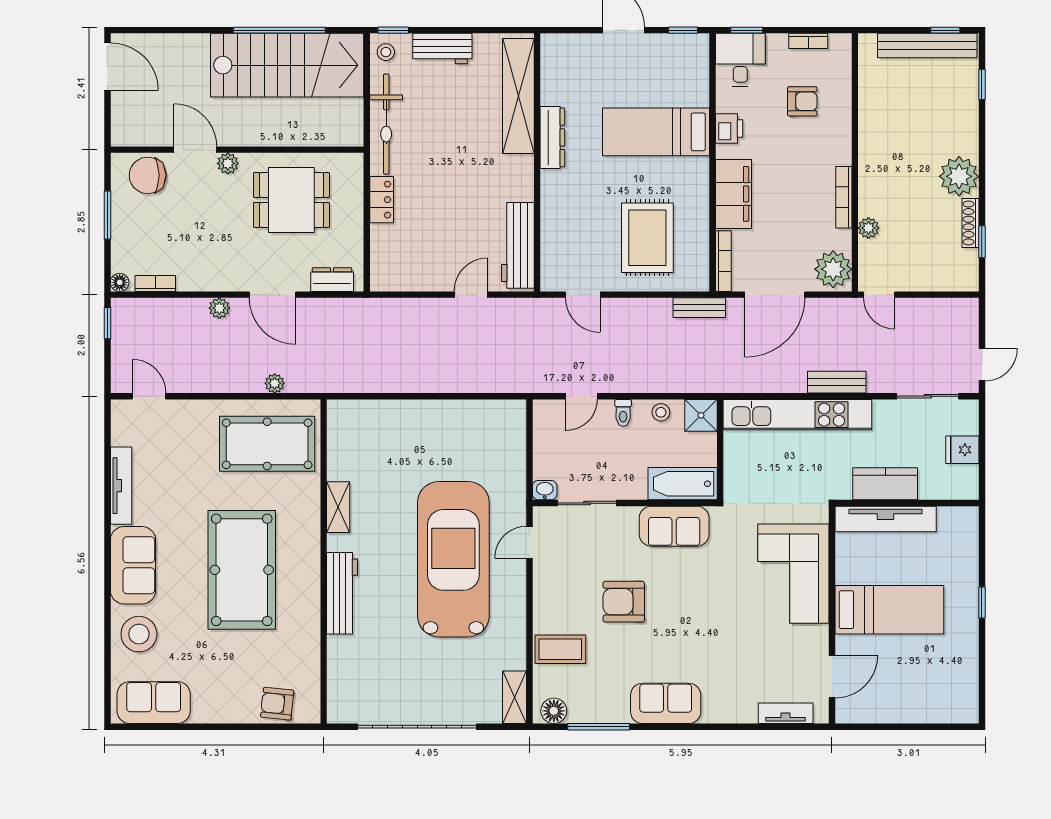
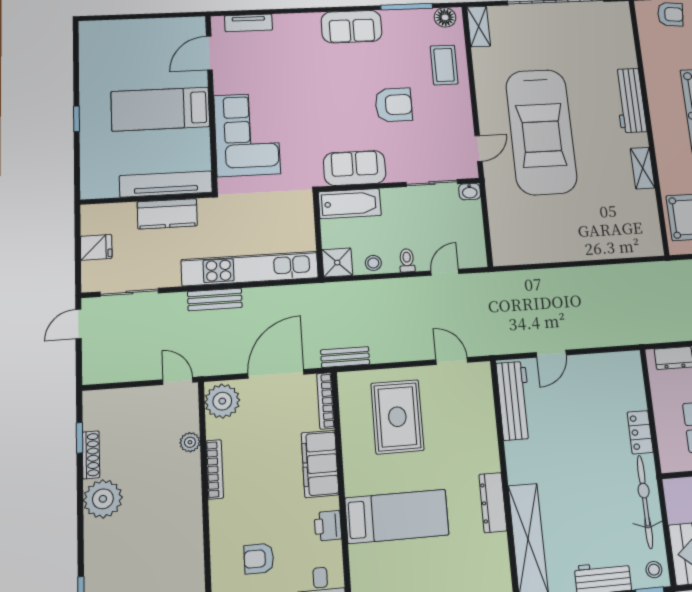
coffee table: (560, 649) -> (444, 65), turned 90

